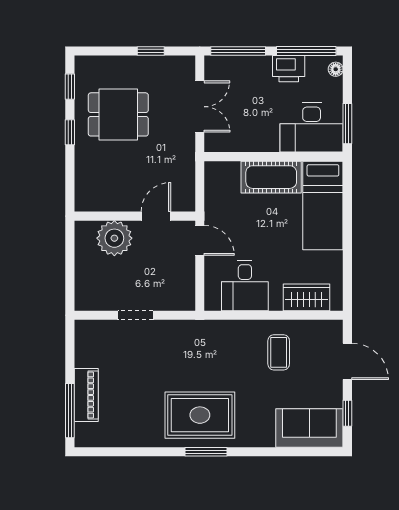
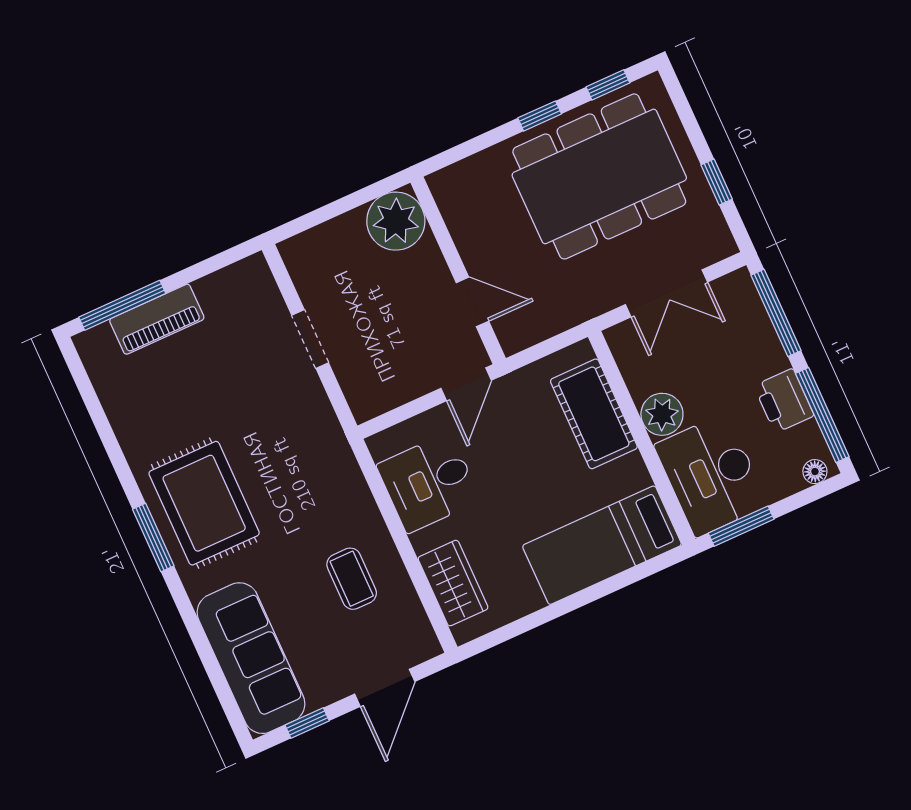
dining table: (118, 114) -> (599, 176), width x1.88, depth x1.24
plant: (266, 139) -> (662, 414), added
cot: (271, 177) -> (594, 414), moved
plant: (114, 238) -> (396, 221), moved
coffee table: (279, 352) -> (352, 579), turned 90
sofa: (309, 428) -> (251, 658), width x1.36

